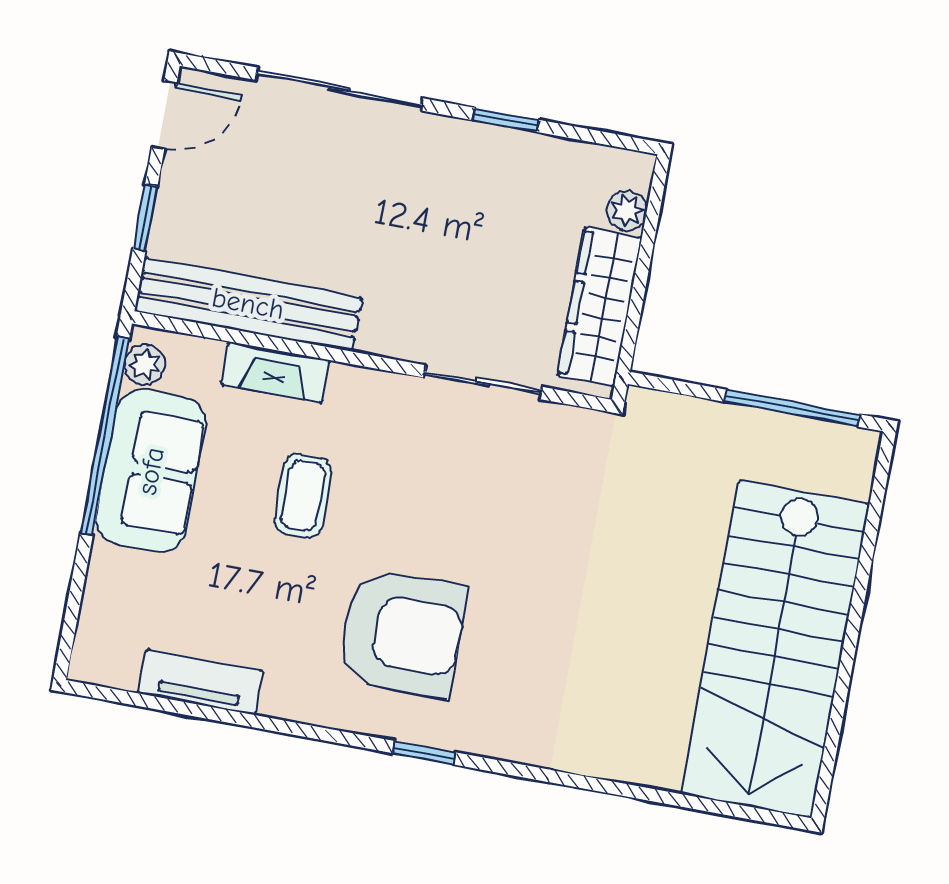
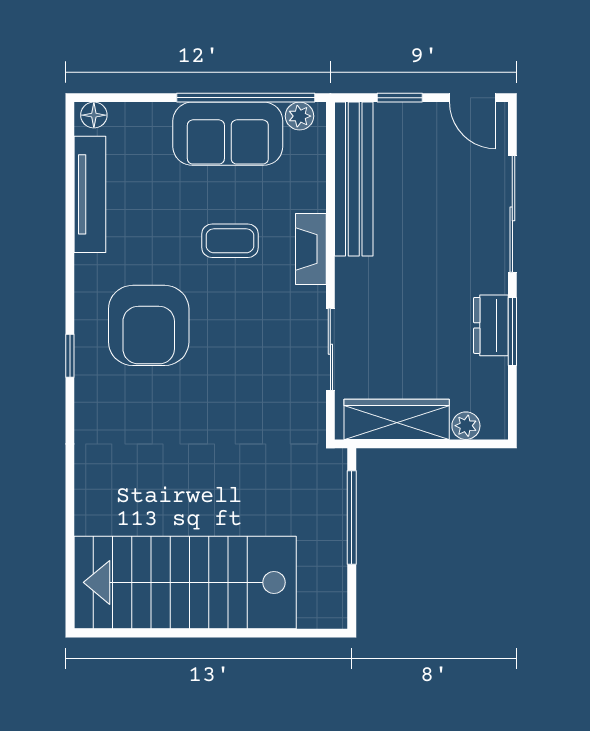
window: (506, 120) -> (512, 332), width x1.50
dresser: (491, 149) -> (491, 325), added
fireplace: (275, 372) -> (311, 249), moved
window: (792, 408) -> (352, 518), moved
floor lamp: (89, 656) -> (94, 115), added
tv unit: (201, 682) -> (90, 194), width x1.41

